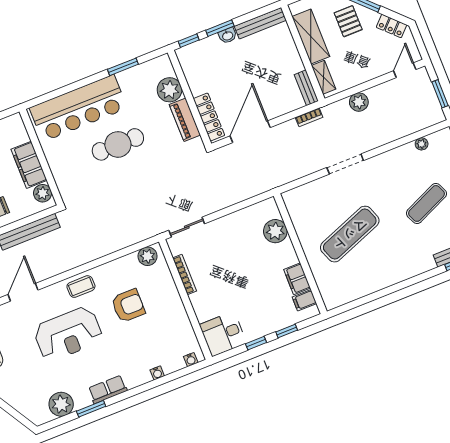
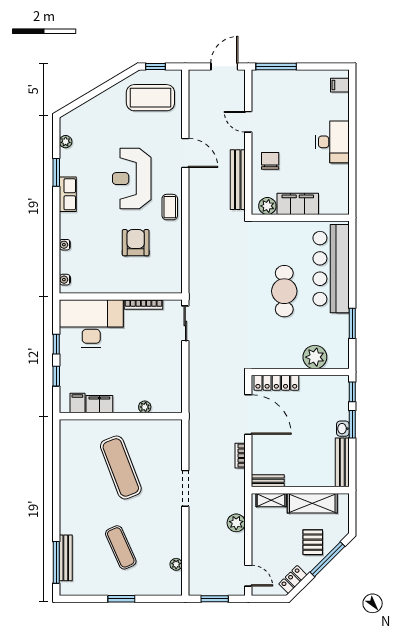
pallet: (348, 21) -> (313, 542), turned 90
bookcase: (309, 117) -> (240, 456), moved
piano: (185, 120) -> (282, 360), removed
plant: (275, 231) -> (145, 407), width x0.53, depth x0.53
plant: (148, 256) -> (173, 278), removed
armchair: (128, 306) -> (136, 243), turned 180
desk: (223, 334) -> (91, 323), width x1.87, depth x1.30
plant: (61, 404) -> (66, 142), width x0.53, depth x0.53

